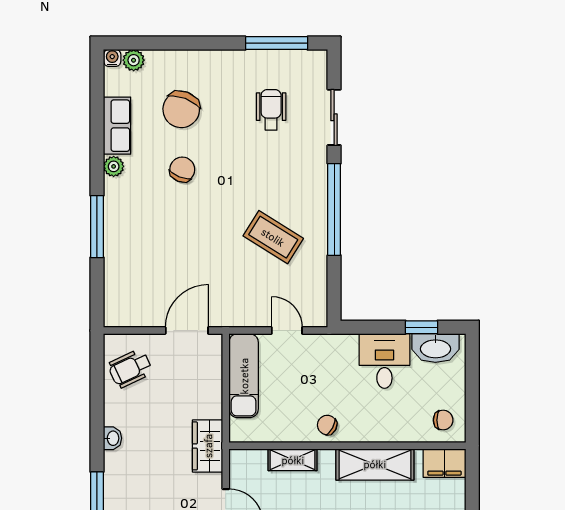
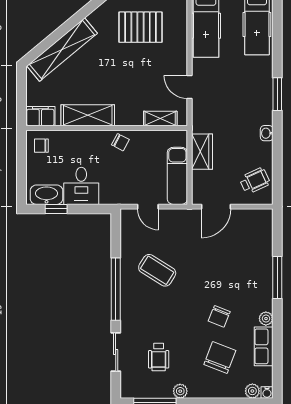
plant: (239, 60) -> (180, 391), added
wardrobe: (208, 446) -> (202, 152), moved
shelving: (293, 460) -> (160, 118), moved

